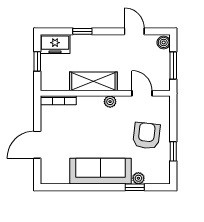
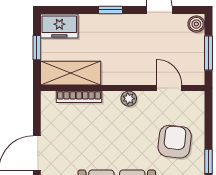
window: (82, 31) -> (110, 10), moved
shelving: (93, 81) -> (71, 73), moved
bookcase: (58, 100) -> (79, 97), moved

